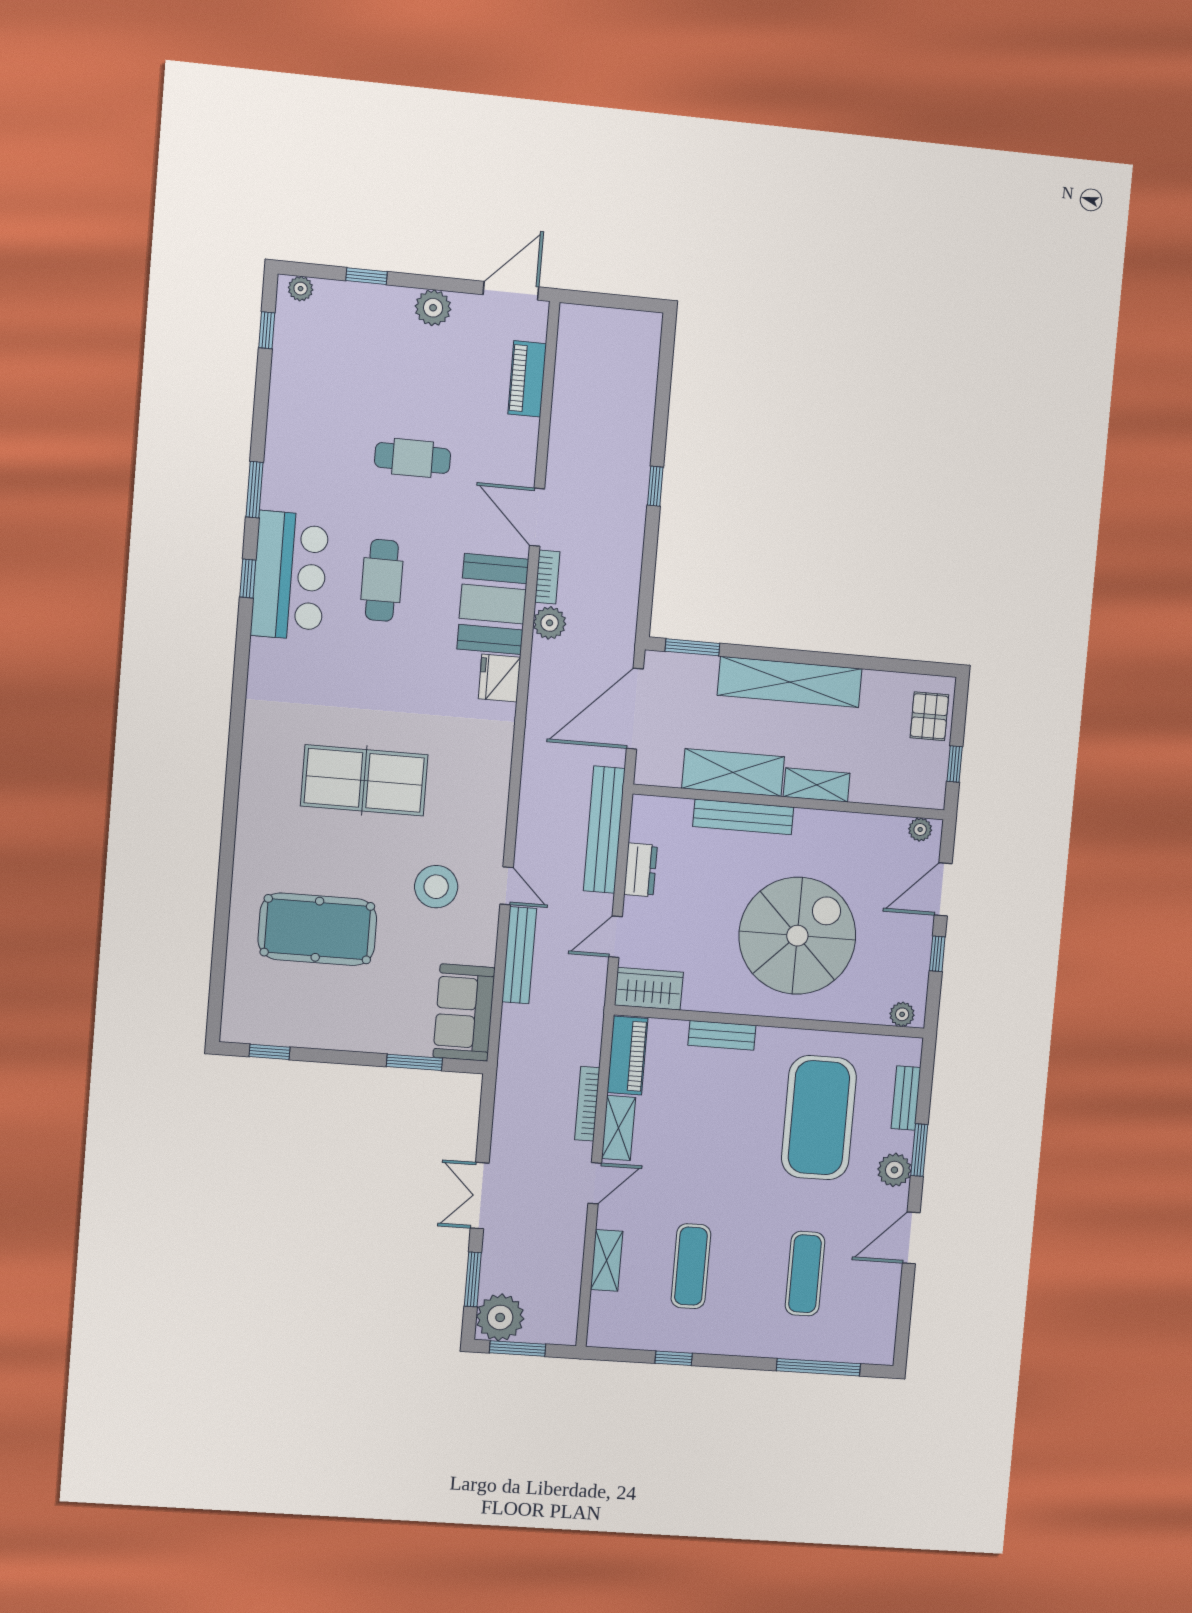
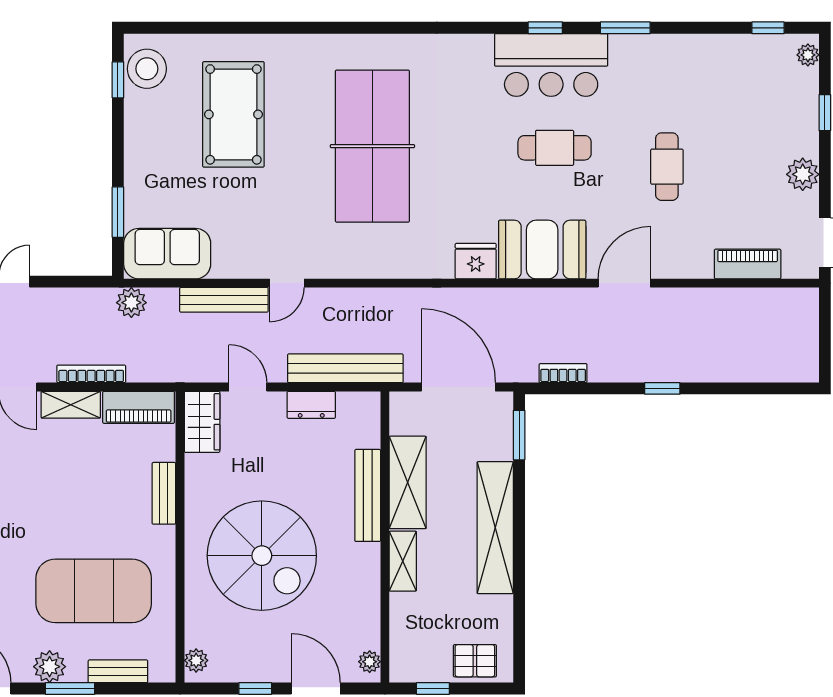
bookcase: (547, 577) -> (563, 373), moved, turned 180
plant: (550, 623) -> (131, 303), moved
table tennis table: (364, 780) -> (372, 146), width x1.36, depth x1.32
stool: (436, 887) -> (147, 69), moved

